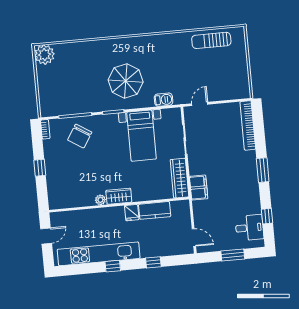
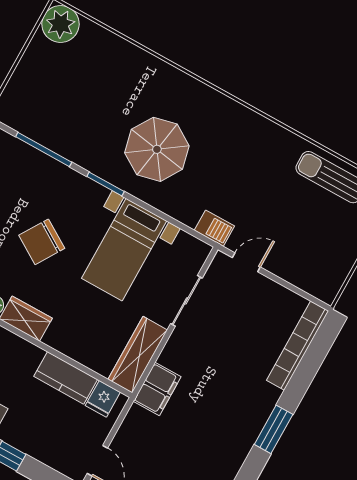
barbecue: (164, 100) -> (214, 228), moved
chair: (80, 136) -> (42, 242), moved
fridge: (132, 213) -> (103, 399), moved

